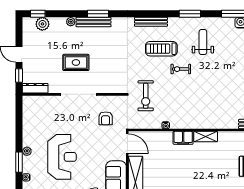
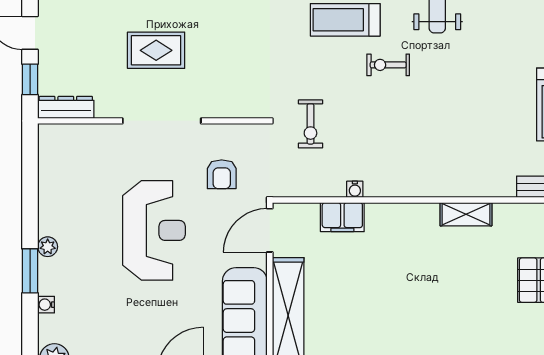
exercise bike: (146, 96) -> (310, 124), width x0.73, depth x0.72
shelving: (206, 136) -> (466, 214), moved
filing cabinet: (183, 138) -> (342, 217), moved
door: (127, 144) -> (270, 230), swing flipped
reception desk: (62, 157) -> (154, 230), moved

